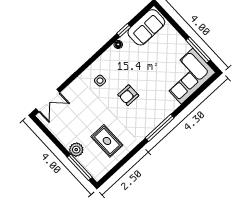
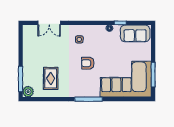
corner sofa: (187, 76) -> (126, 79), width x1.36, depth x1.36
double door: (48, 101) -> (49, 23), moved
plant: (76, 150) -> (28, 92), moved

